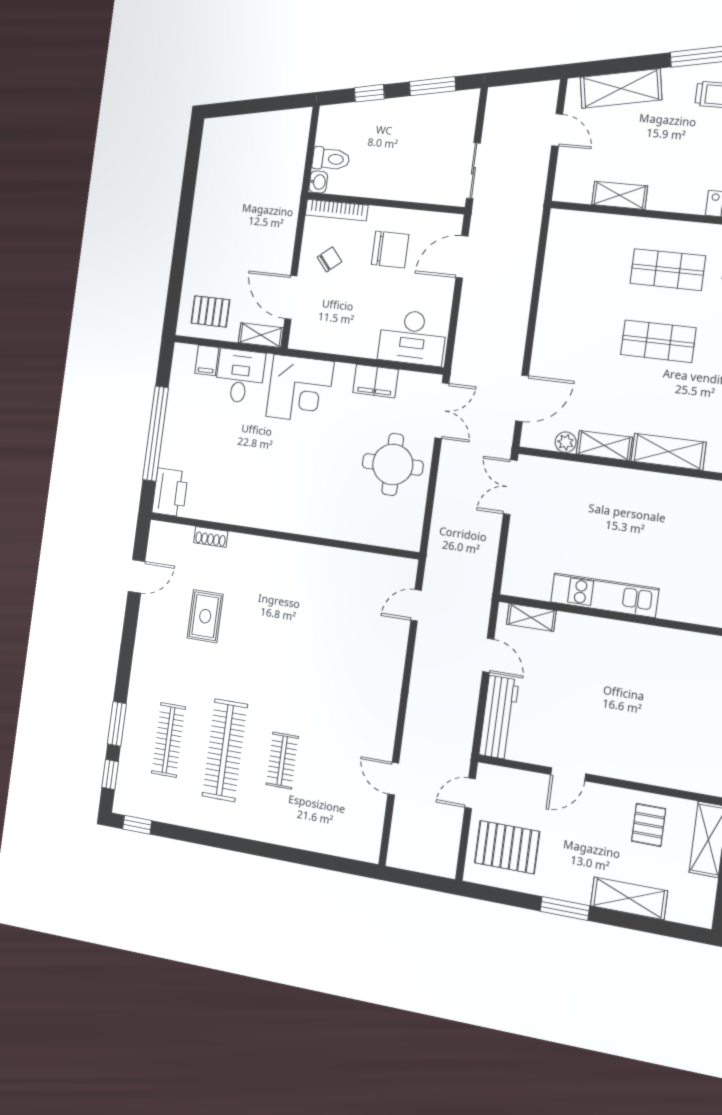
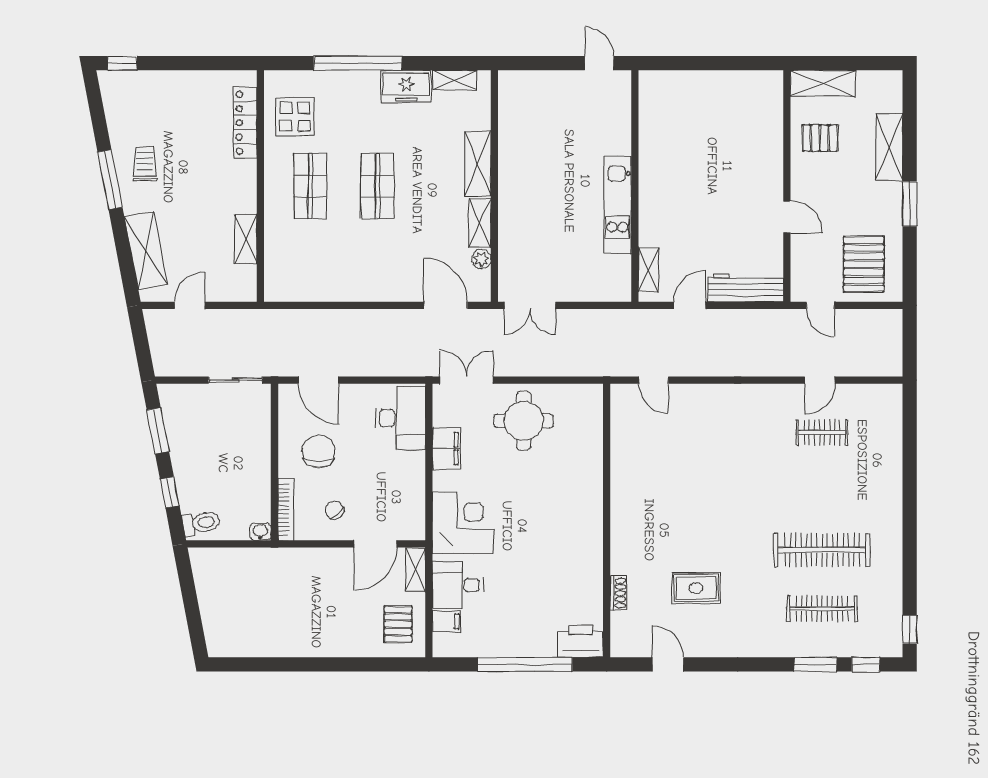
toilet: (331, 159) -> (201, 523), moved, turned 79
clothes rail: (282, 761) -> (822, 432), moved

